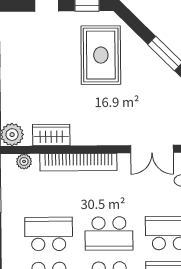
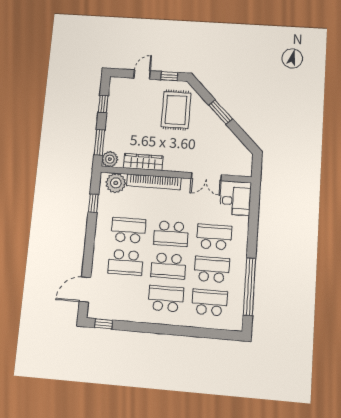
wardrobe: (51, 135) -> (143, 162), width x1.50
plant: (24, 162) -> (116, 183), width x1.88, depth x1.88

